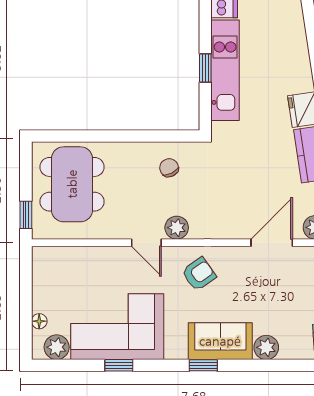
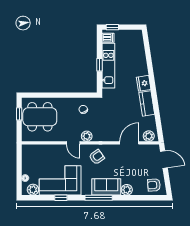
dining table: (72, 184) -> (40, 117), turned 90
window: (26, 215) -> (19, 114), moved
window: (203, 365) -> (99, 198), width x2.17

